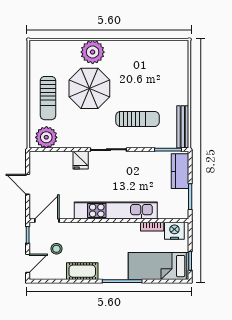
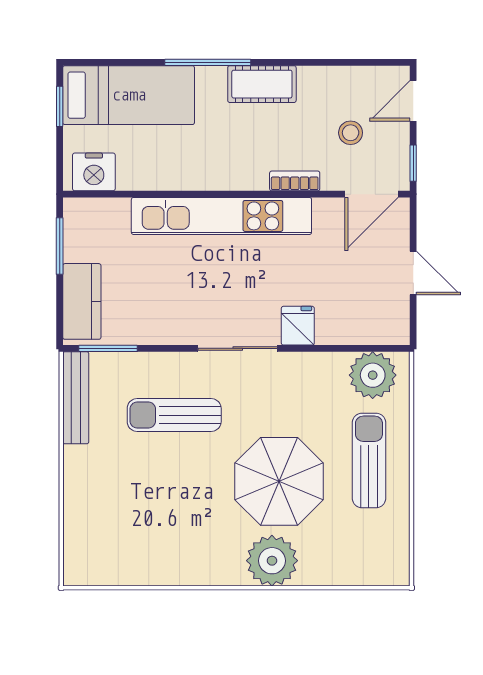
bookcase: (152, 227) -> (295, 181), moved
cot: (82, 271) -> (262, 84), moved

